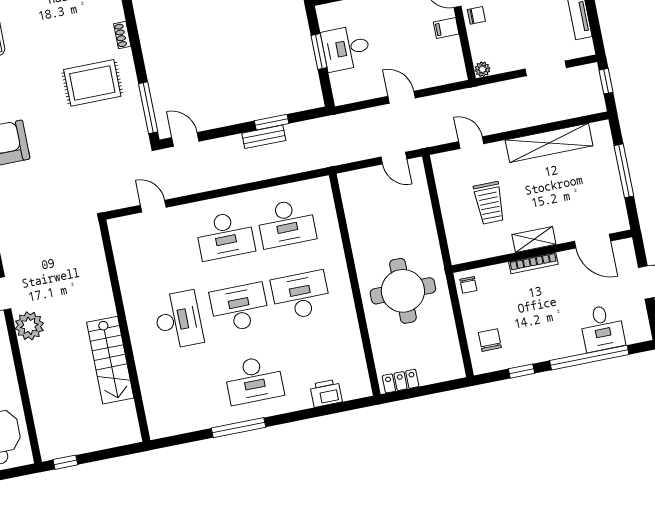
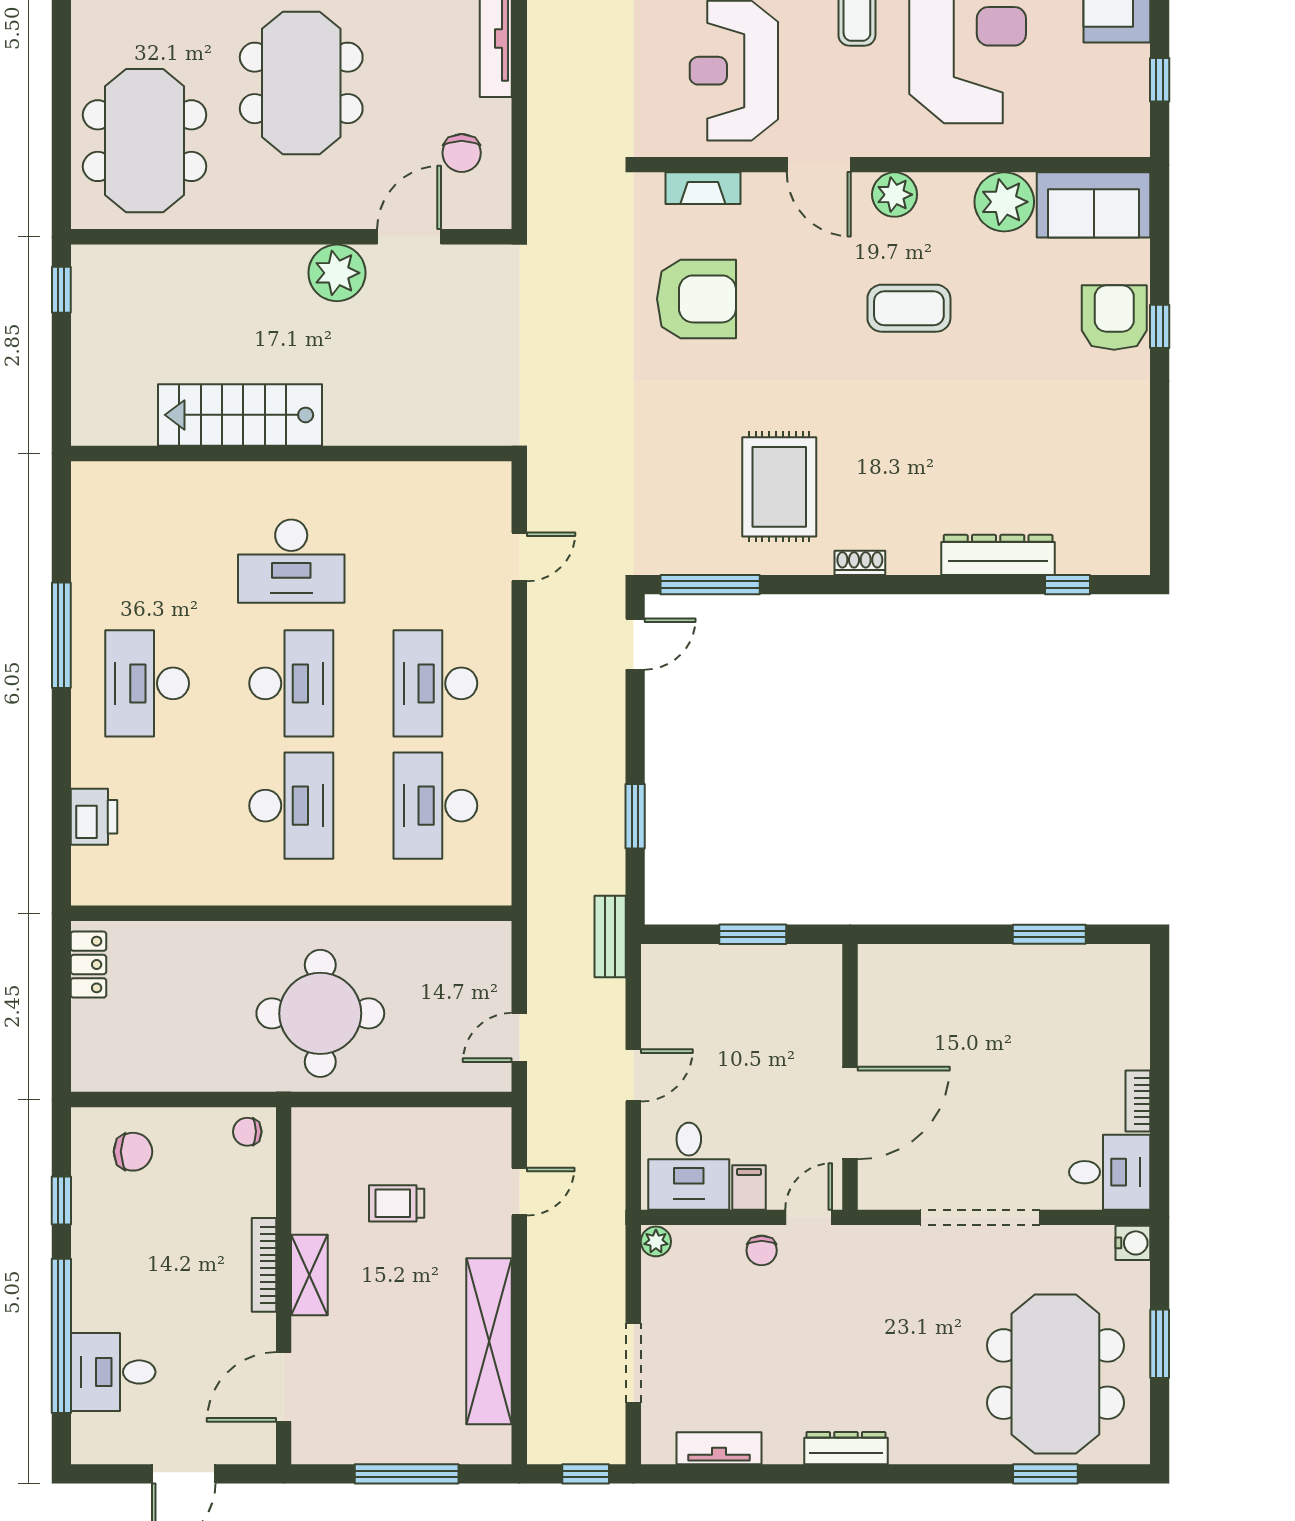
desk: (346, 48) -> (689, 1166), moved, turned 180
bench: (264, 137) -> (610, 937), moved
trolley: (489, 203) -> (397, 1203), width x0.73, depth x0.72
round table: (403, 291) -> (320, 1013), moved

